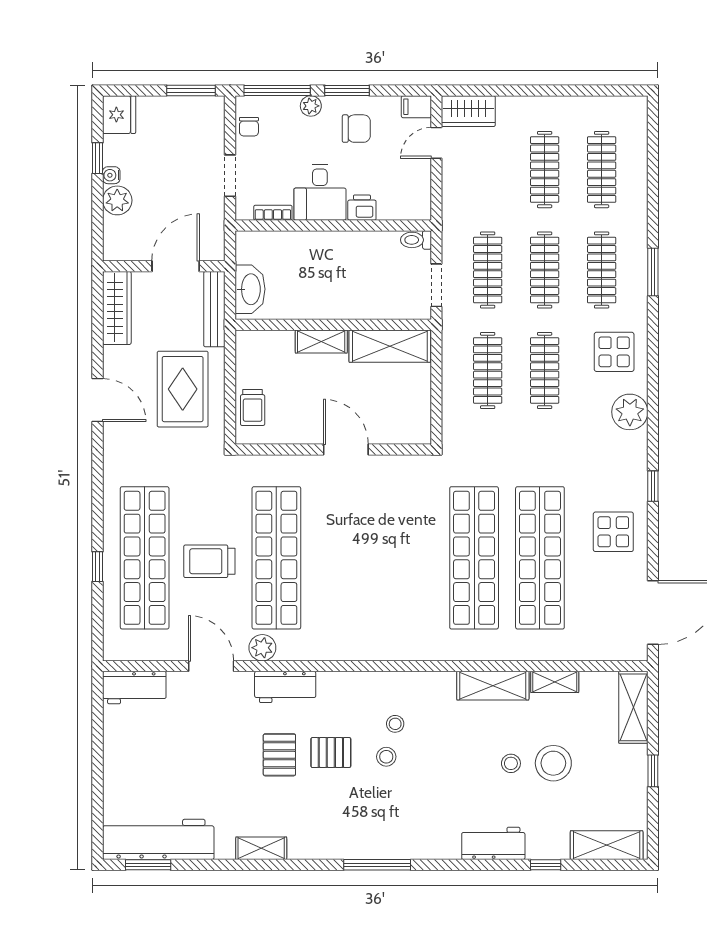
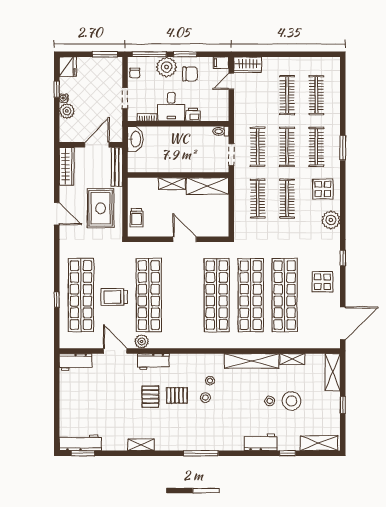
plant: (311, 106) -> (167, 67), width x1.87, depth x1.87
washbasin: (250, 289) -> (135, 139), moved
shop shelf: (408, 558) -> (217, 295), added
shelving: (493, 686) -> (252, 361), width x1.47
workbench: (158, 839) -> (80, 443), width x0.73, depth x0.76

